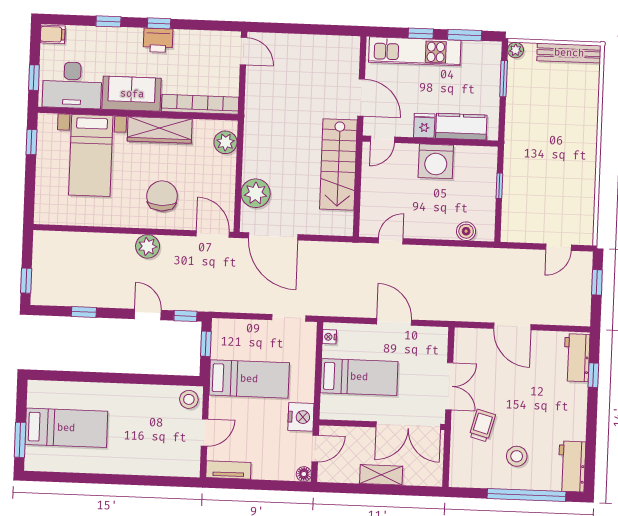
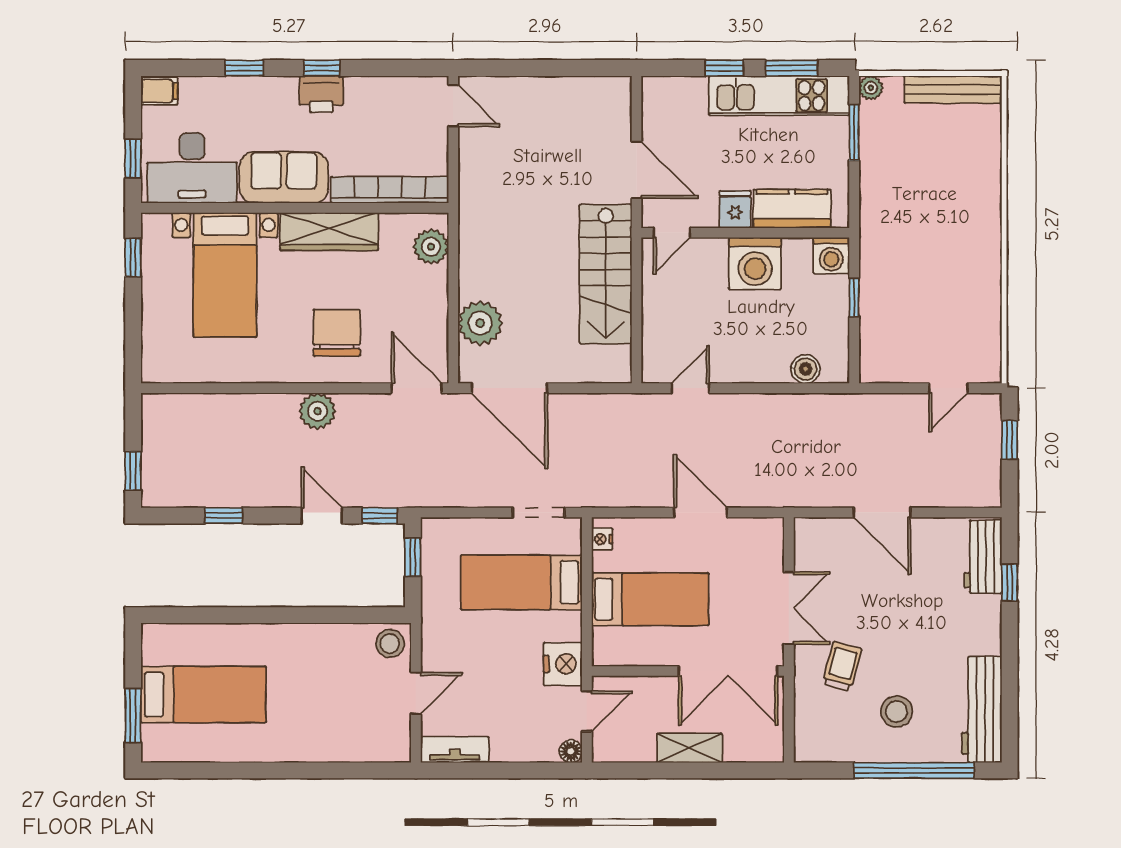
kitchen unit: (415, 51) -> (779, 96), moved
washing machine: (486, 158) -> (831, 256), added
bed: (249, 379) -> (521, 582), moved, turned 180
workbench: (572, 466) -> (982, 709), width x1.38

